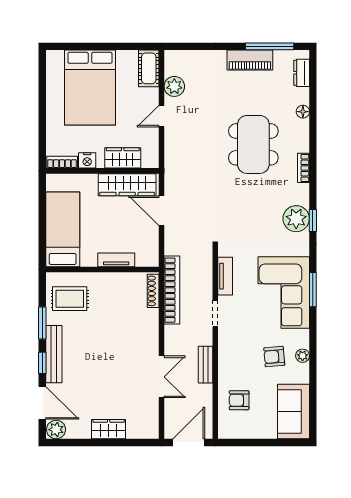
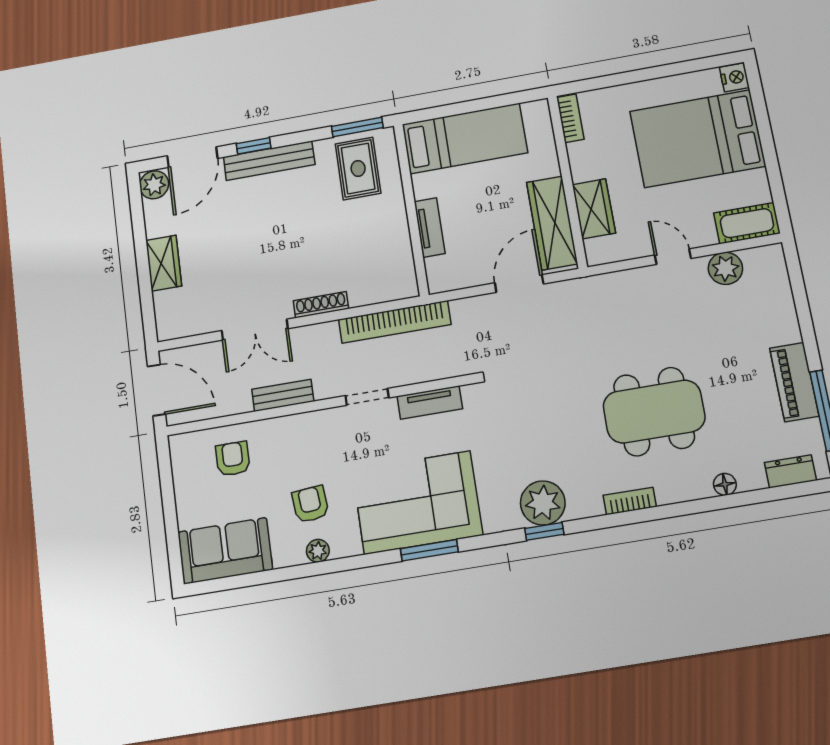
nightstand: (87, 160) -> (734, 77), moved, turned 180
shoe rack: (153, 291) -> (321, 305), moved
window: (42, 323) -> (357, 127), moved

